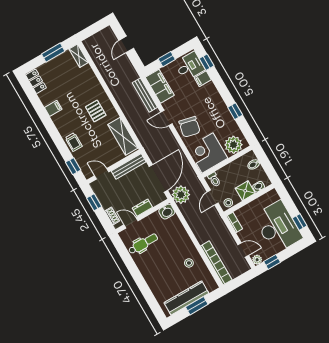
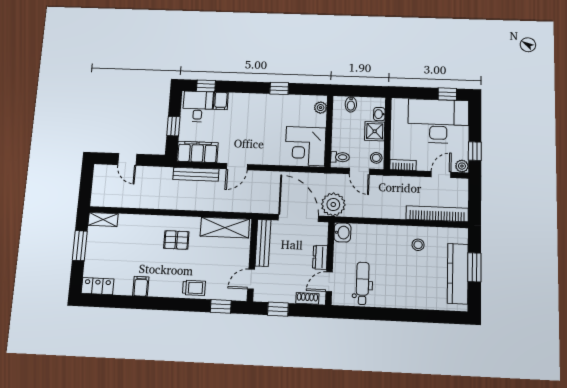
chair: (190, 127) -> (264, 148), removed
plant: (233, 145) -> (321, 108), width x0.53, depth x0.53

